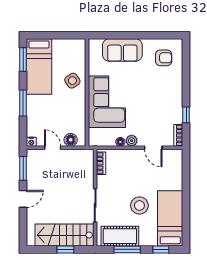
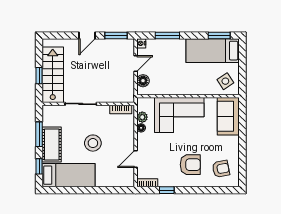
sofa: (122, 50) -> (228, 116), moved
armchair: (164, 58) -> (221, 169), turned -101
side table: (72, 81) -> (225, 81), moved
armchair: (159, 90) -> (190, 165), added
window: (23, 103) -> (167, 35), moved
plant: (132, 141) -> (142, 117), moved
door: (23, 199) -> (87, 35), hinge flipped
stool: (139, 205) -> (93, 143), moved
cot: (120, 236) -> (52, 145), moved

